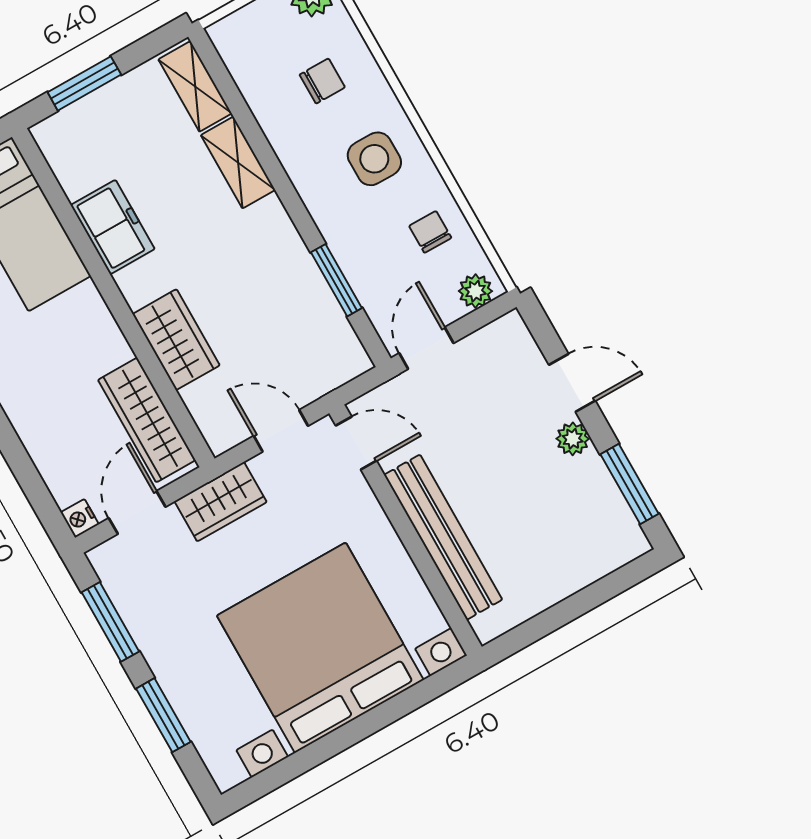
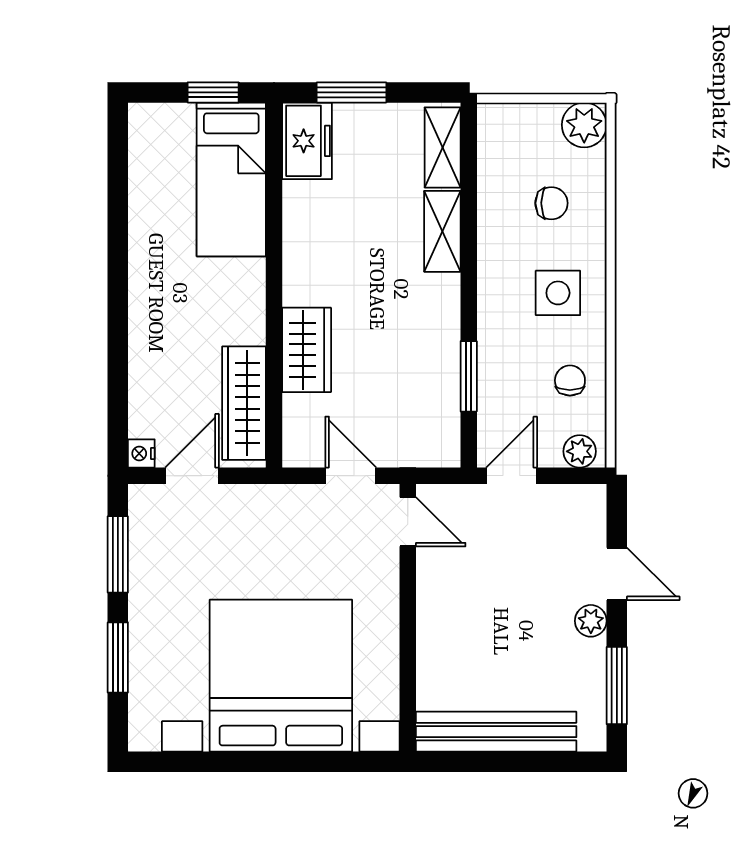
freezer: (113, 227) -> (307, 141), moved
wardrobe: (221, 502) -> (267, 506), removed
bench: (443, 537) -> (496, 732), moved, turned 90

